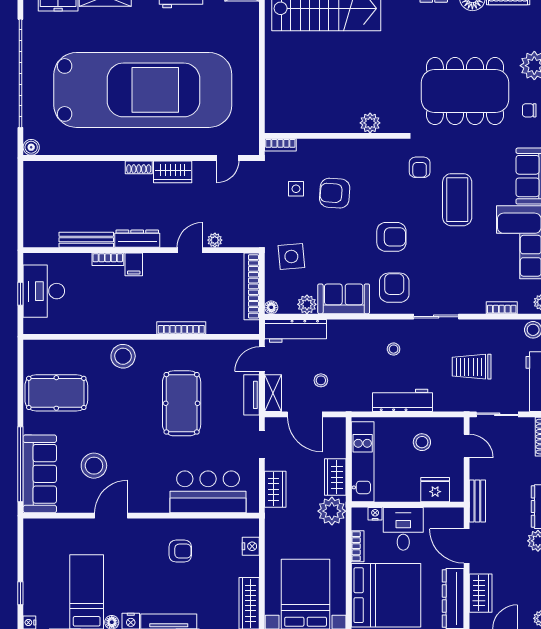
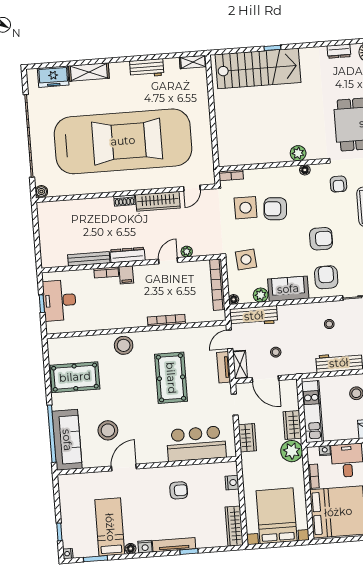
floor lamp: (377, 145) -> (305, 170), added
wardrobe: (173, 172) -> (158, 201), width x1.50
side table: (296, 189) -> (246, 208), width x1.87, depth x1.87

